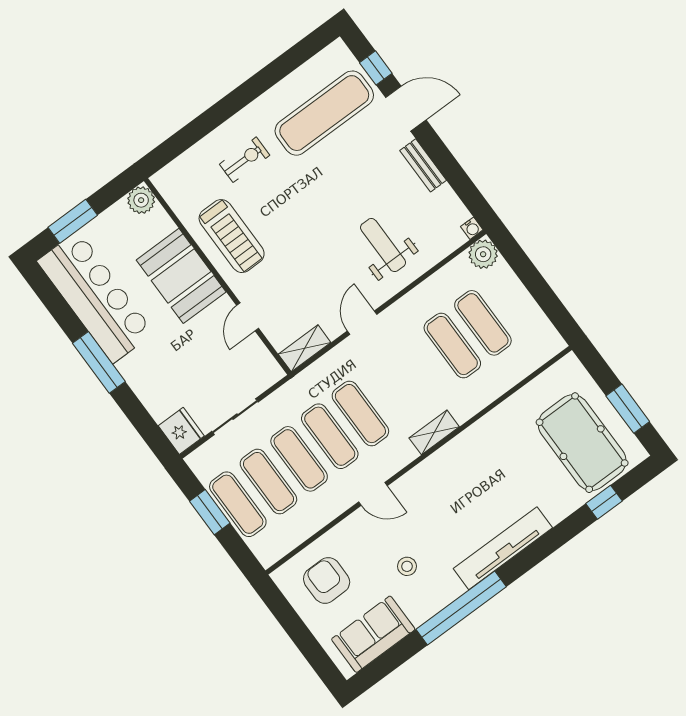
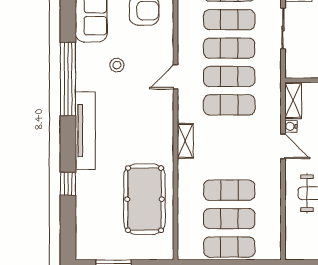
water cooler: (472, 228) -> (291, 126), moved
plant: (483, 254) -> (270, 249), removed
exercise mat: (514, 300) -> (229, 247), added
pool table: (582, 443) -> (144, 199), moved, turned 90
window: (604, 502) -> (68, 184), moved

